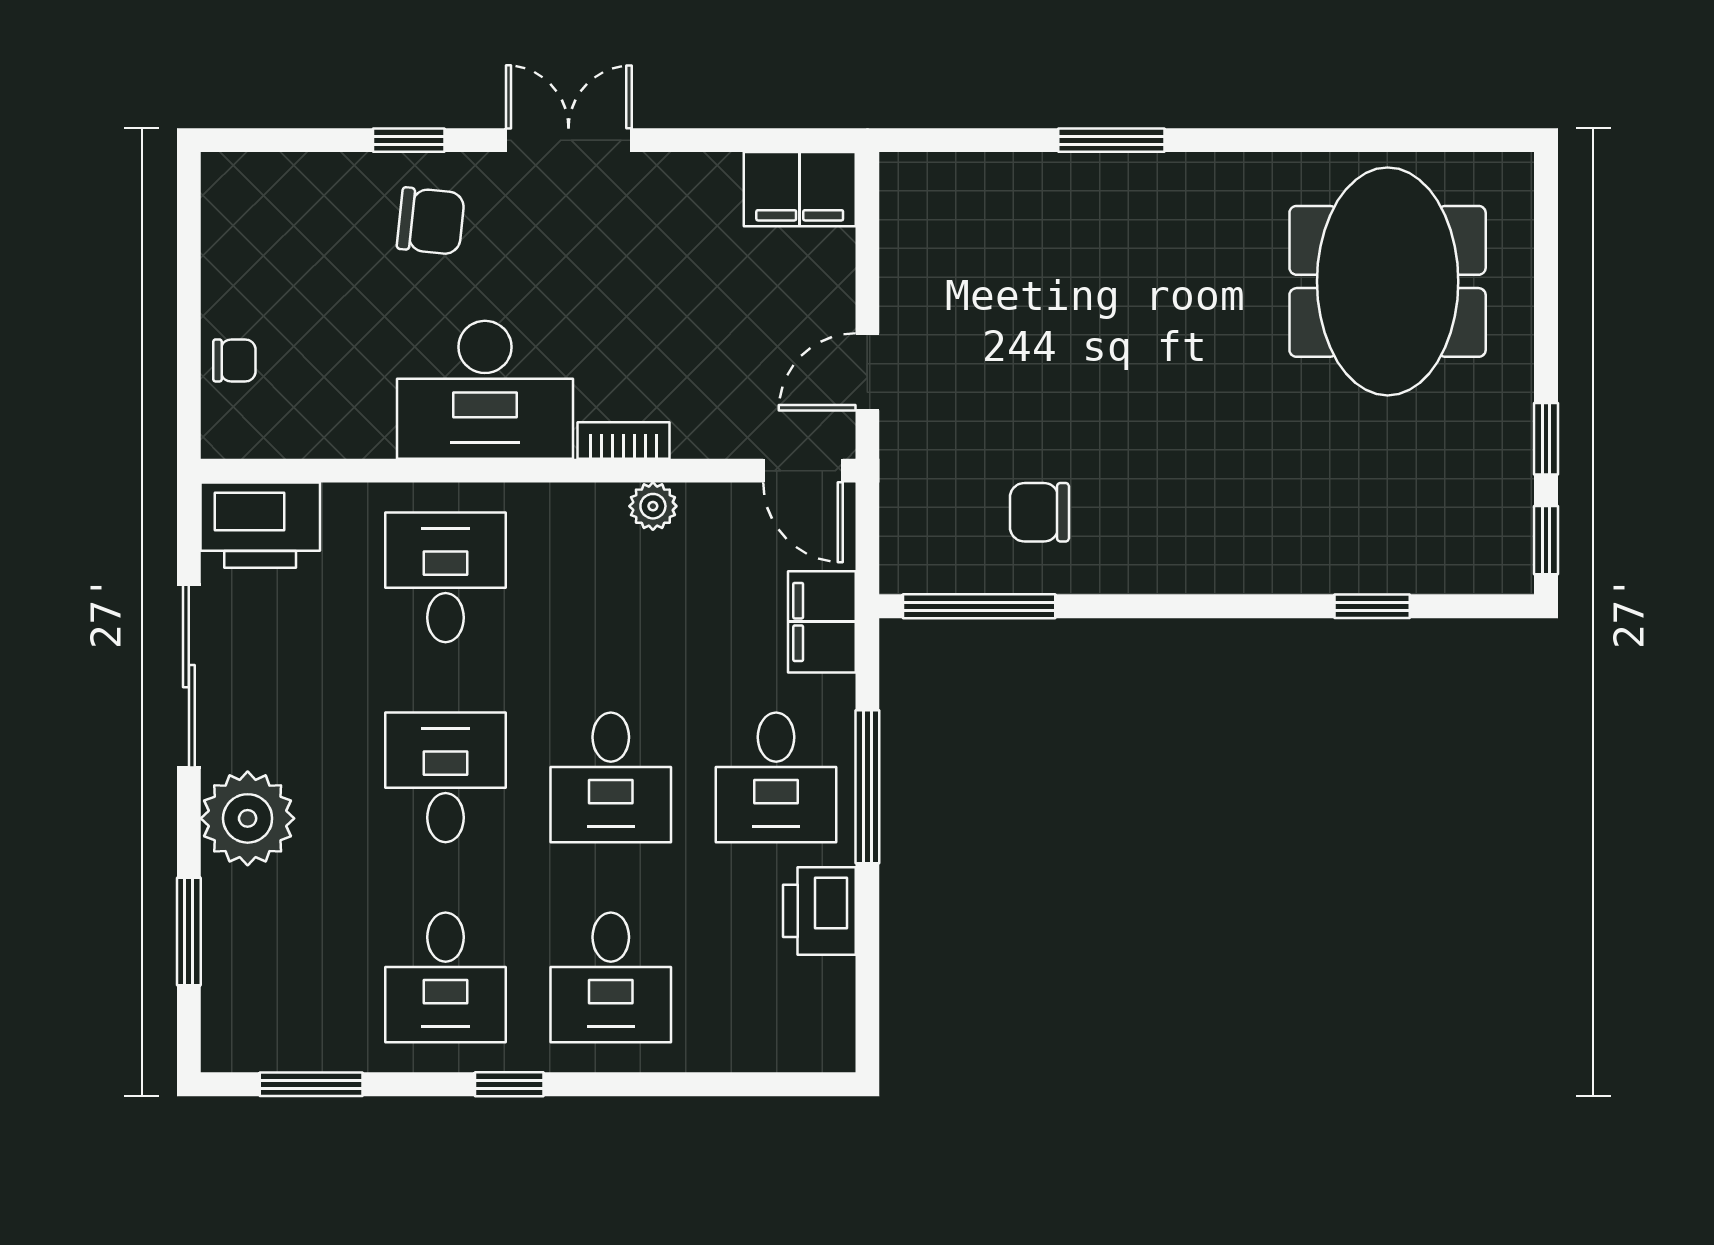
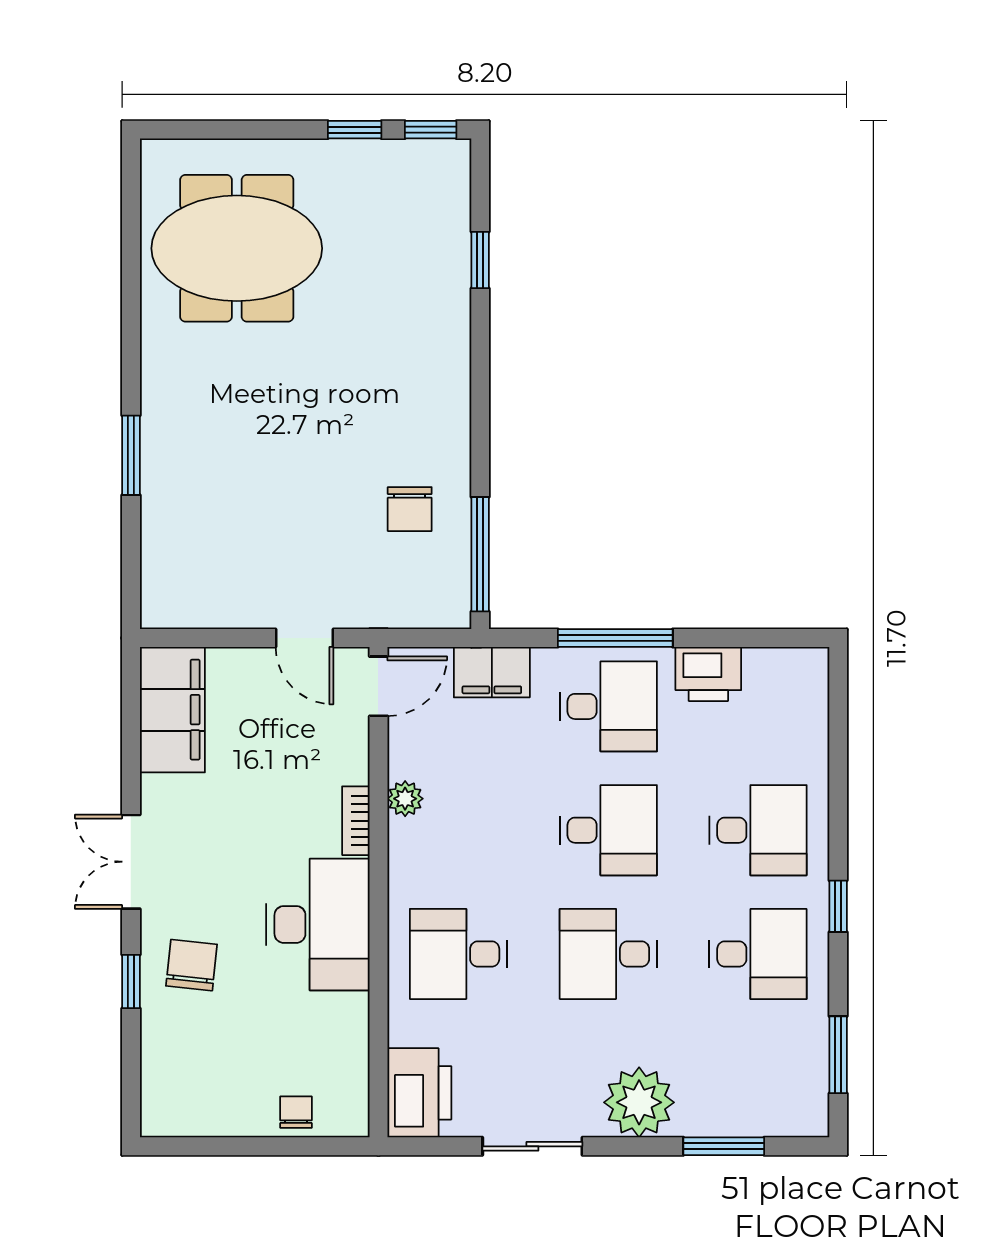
filing cabinet: (800, 189) -> (172, 710), width x1.50, depth x1.17
sliding door: (189, 676) -> (532, 1146), width x0.73

